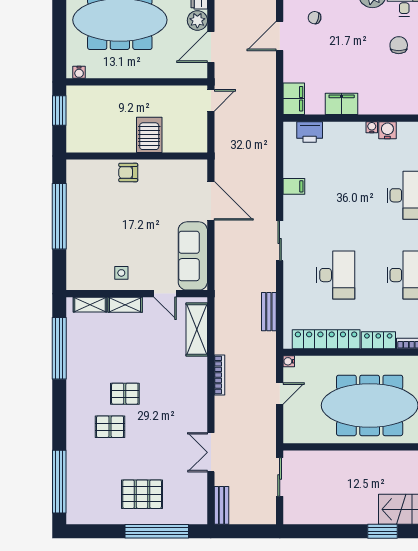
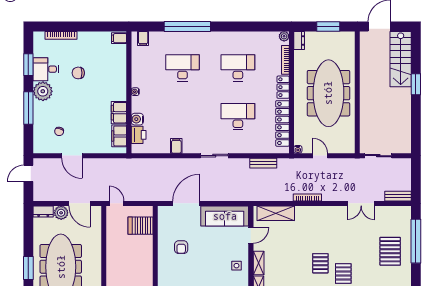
filing cabinet: (294, 99) -> (119, 136), moved, turned -90
water cooler: (387, 130) -> (137, 119), moved
server rack: (149, 135) -> (140, 226), moved
armchair: (128, 172) -> (181, 247), moved

